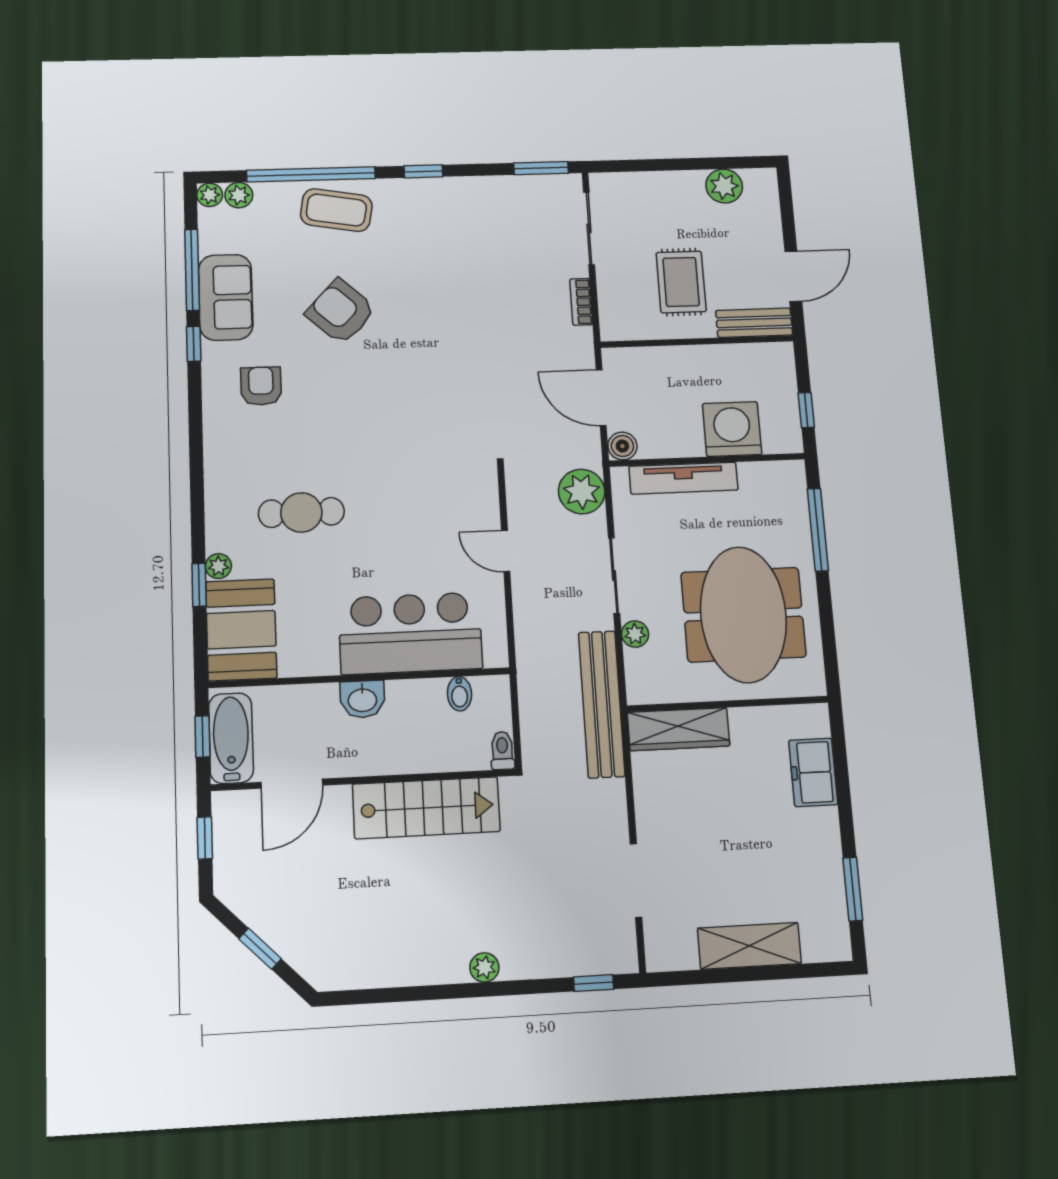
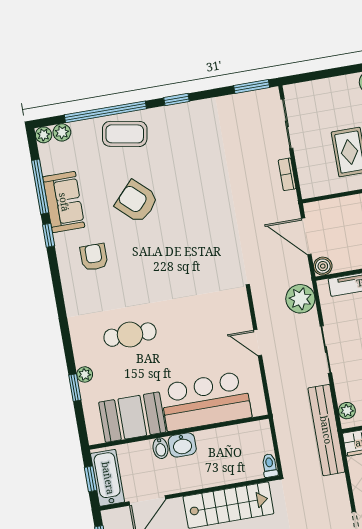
booth: (241, 630) -> (132, 417), moved, turned 90
plant: (635, 634) -> (347, 411), moved
bidet: (459, 694) -> (160, 448), moved

